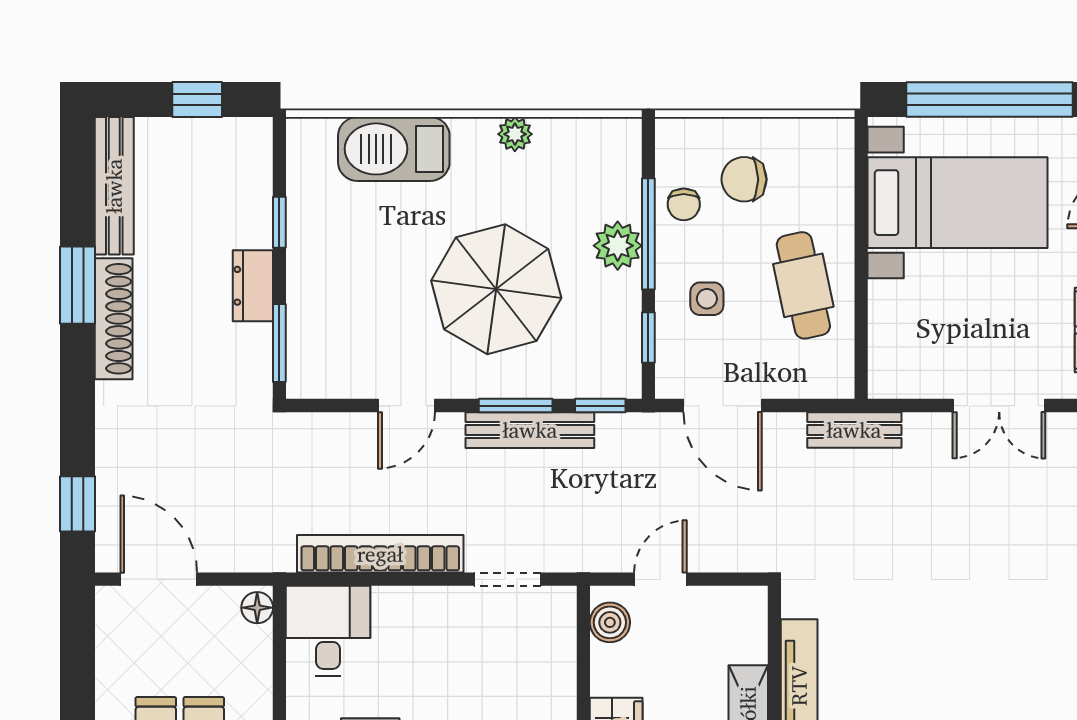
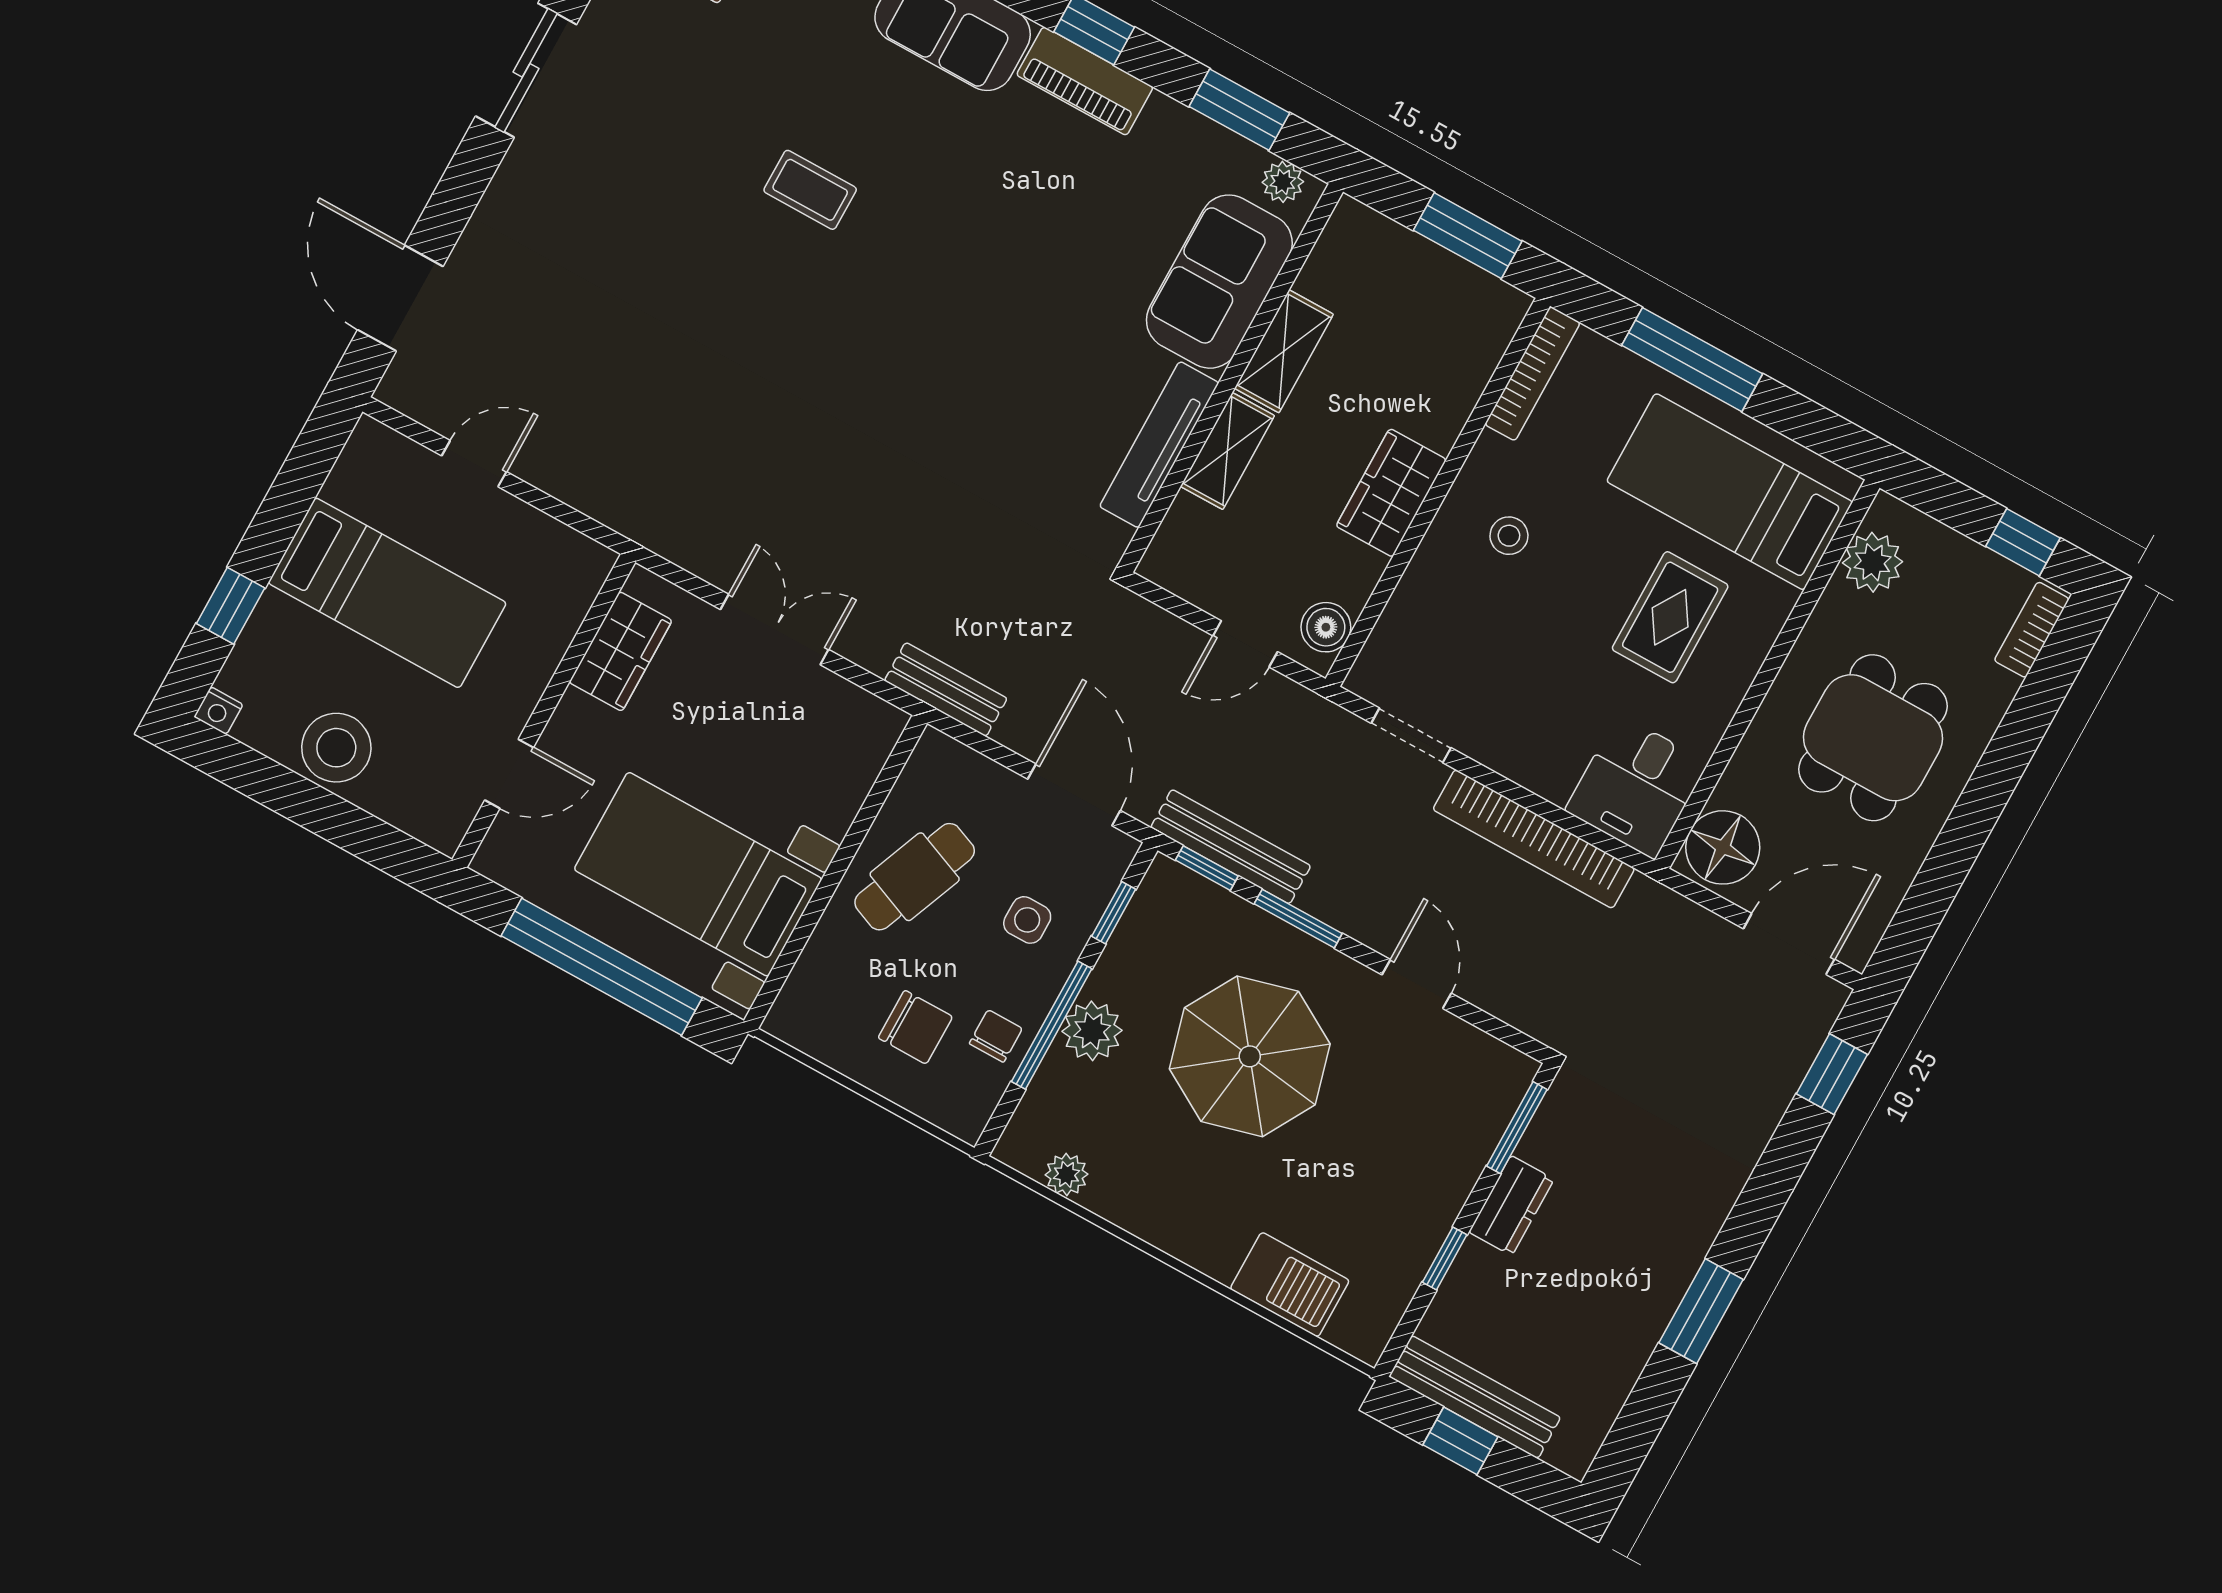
plant: (515, 134) -> (1066, 1175), moved
barbecue: (394, 149) -> (1290, 1285), width x0.73, depth x0.83
bench: (114, 186) -> (1475, 1397), moved, turned 90
cafe table: (803, 285) -> (915, 877), turned 34
shoe rack: (114, 319) -> (1682, 1253), removed
door: (406, 406) -> (1417, 984), hinge flipped
bench: (530, 430) -> (1231, 847), moved
door: (159, 579) -> (1789, 944), swing flipped
floor lamp: (257, 608) -> (1723, 847), width x1.89, depth x1.89

